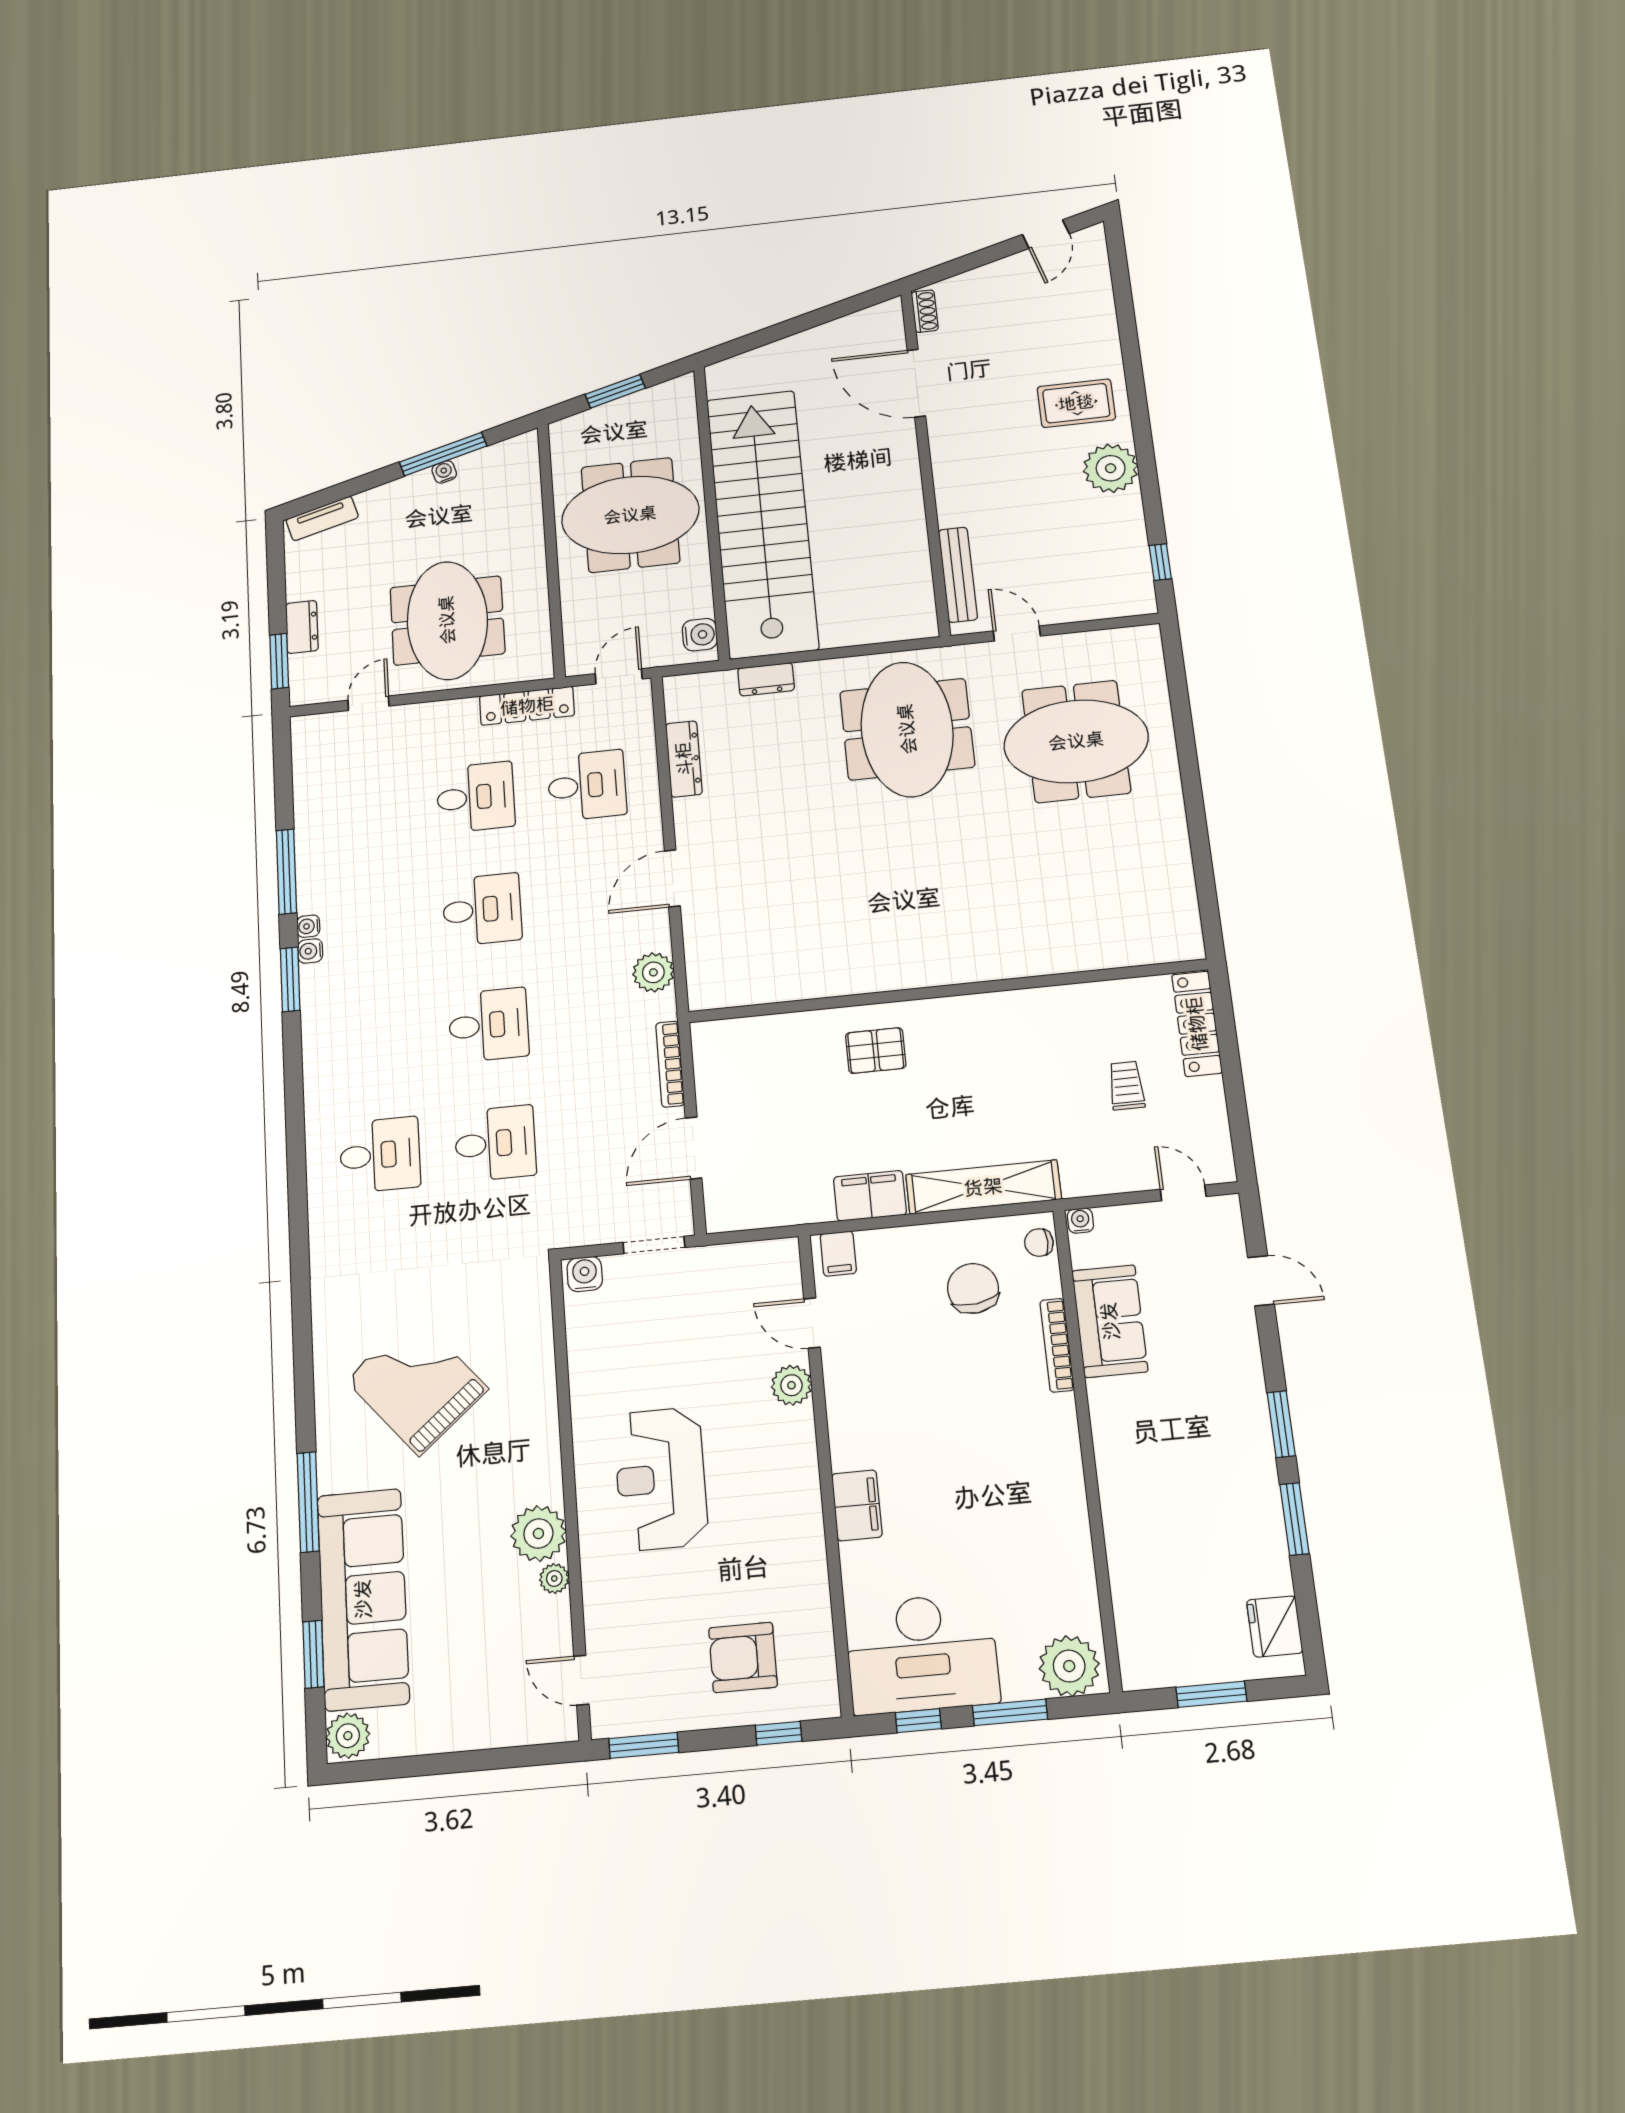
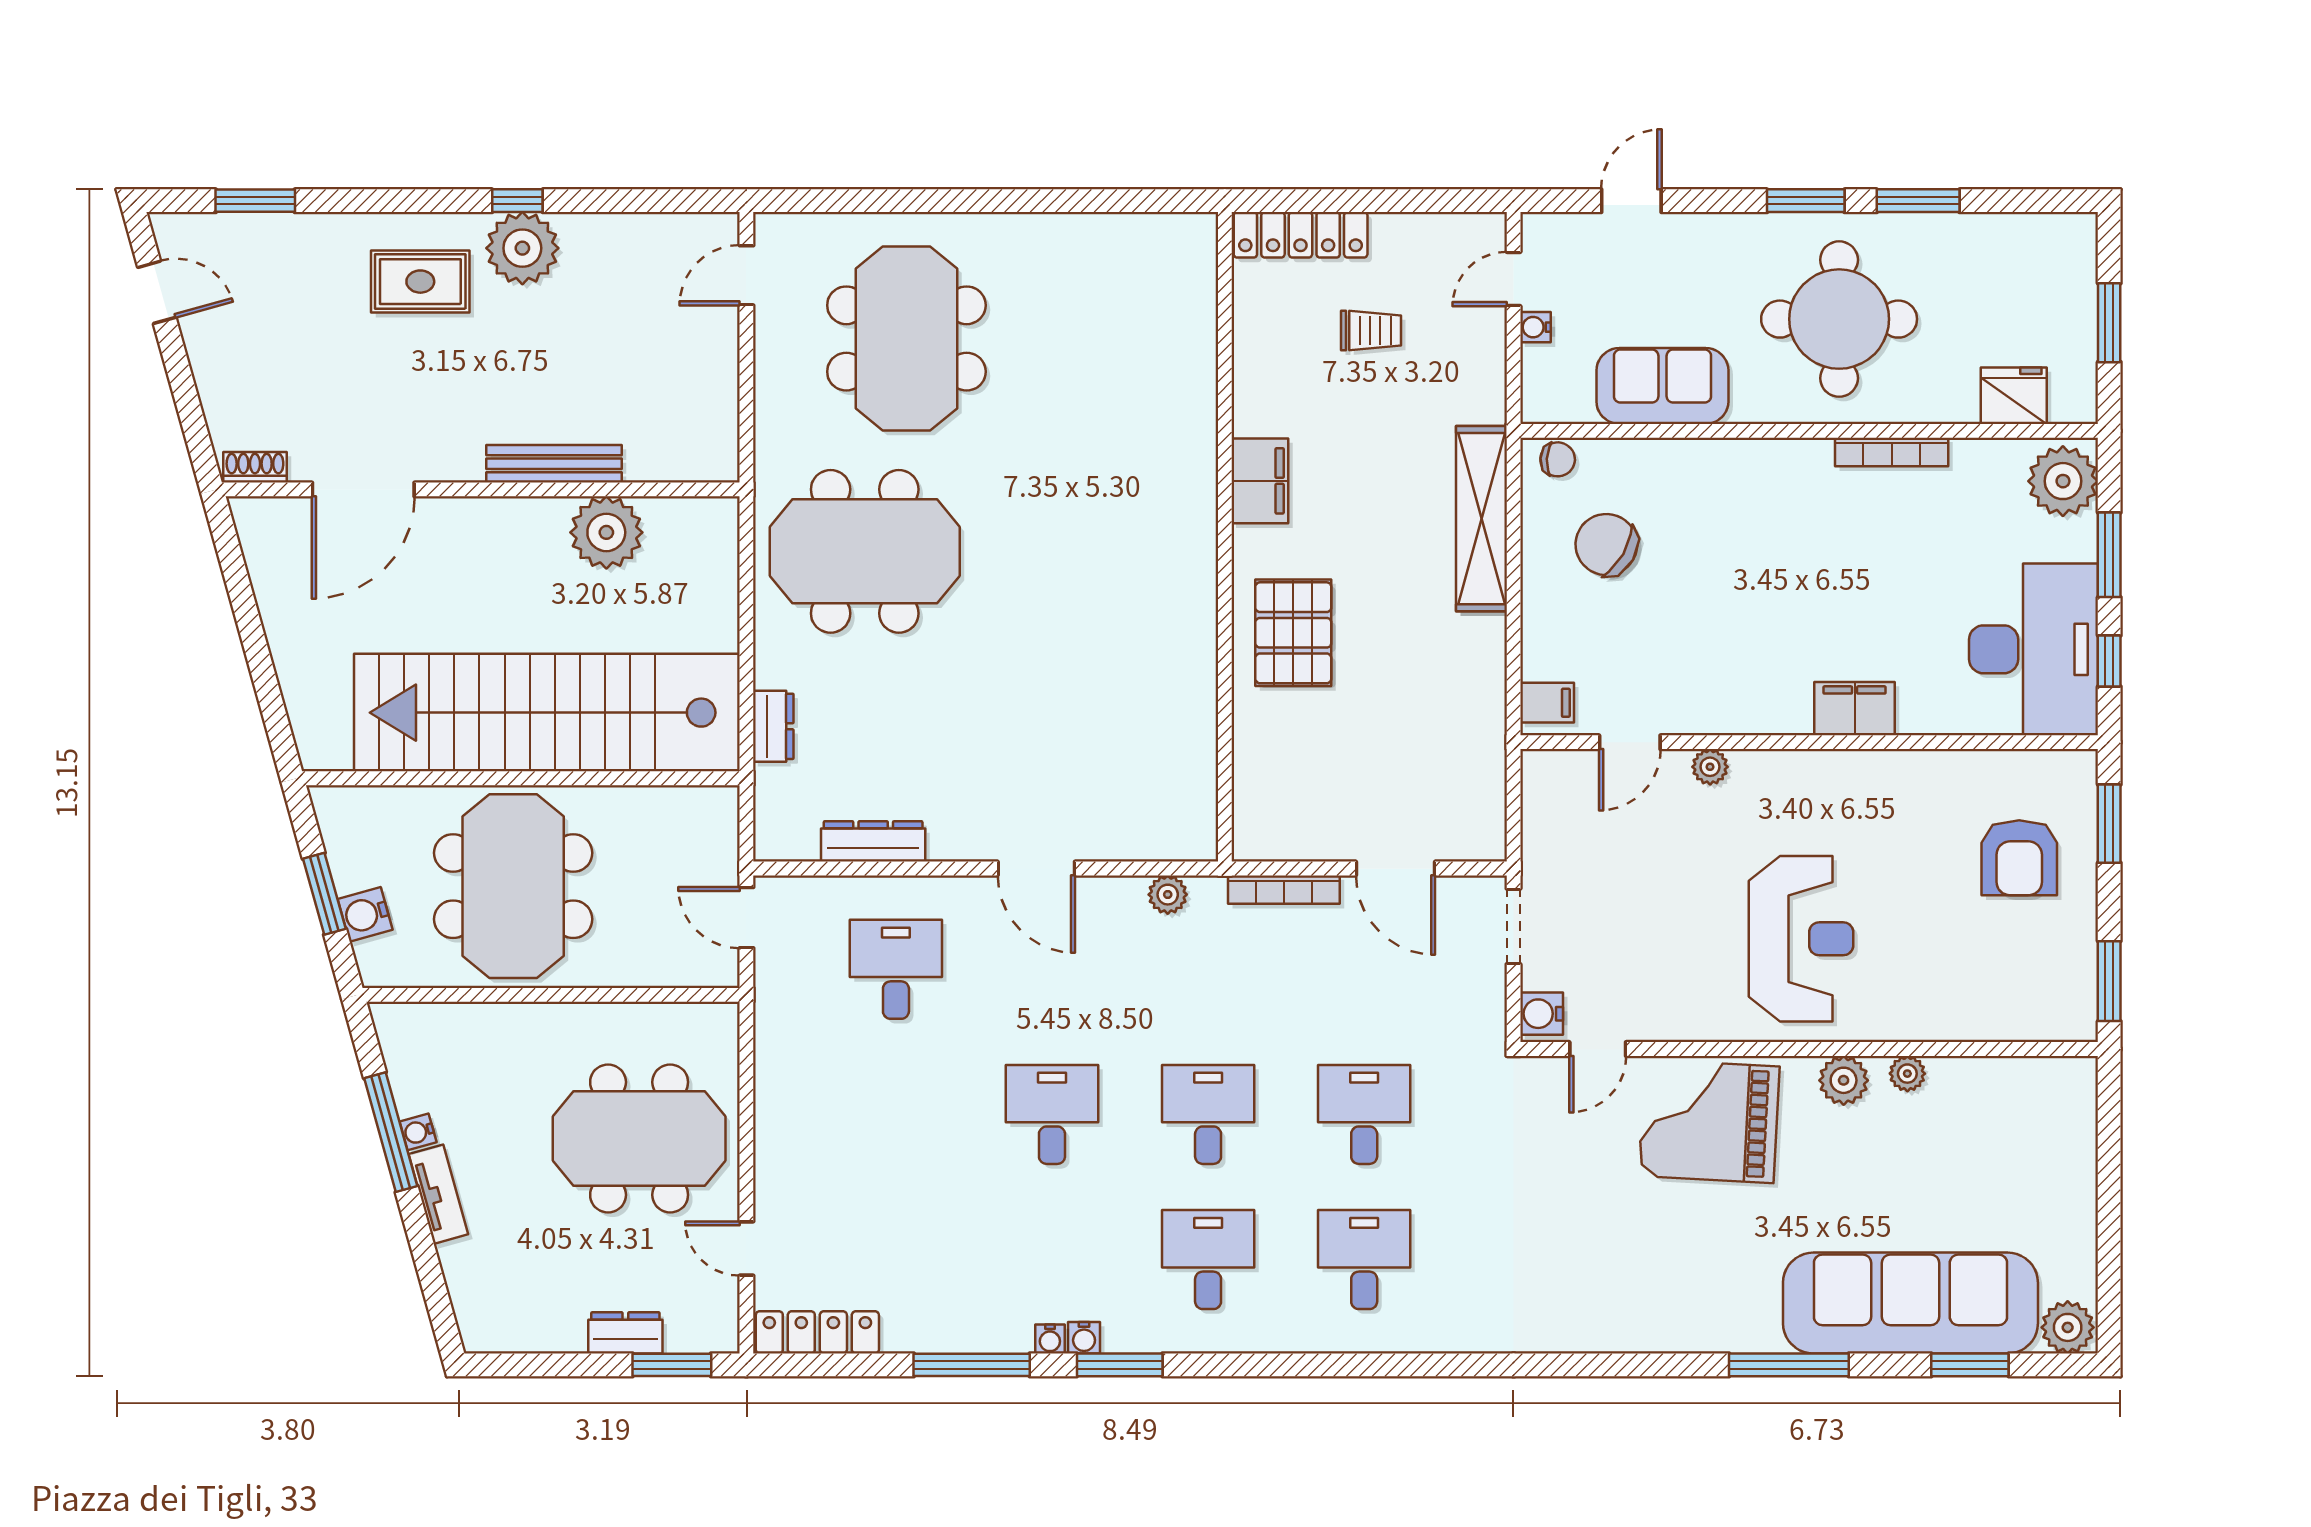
window: (1122, 289) -> (255, 201), added
rug: (1076, 403) -> (420, 282), turned 90
tv unit: (322, 518) -> (438, 1194), moved
plant: (902, 548) -> (606, 532), added
window: (1160, 562) -> (517, 201), moved
bench: (958, 575) -> (554, 464), moved
door: (1017, 634) -> (746, 275), moved
water cooler: (700, 635) -> (365, 914), moved, turned -106
locker: (527, 706) -> (817, 1332), moved, turned -90
desk: (476, 797) -> (1208, 1260), moved
plant: (653, 972) -> (1168, 895), width x0.73, depth x0.73
pallet: (876, 1051) -> (1293, 633), width x1.50, depth x1.42
trolley: (1126, 1086) -> (1371, 331), turned 180
filing cabinet: (870, 1196) -> (1260, 481), moved, turned 180
water cooler: (1080, 1221) -> (1536, 327), moved
chair: (1039, 1243) -> (1558, 459), turned -87
chair: (973, 1288) -> (1606, 545), turned 38
bookcase: (1057, 1345) -> (1892, 452), moved
grand piano: (417, 1384) -> (1709, 1121), moved, turned 43
plant: (791, 1385) -> (1710, 767), width x0.73, depth x0.73
round table: (1184, 1462) -> (1839, 319), added
reception desk: (661, 1479) -> (1801, 939), turned -90
plant: (538, 1534) -> (1844, 1080), width x0.73, depth x0.73
fridge: (1275, 1626) -> (2014, 396), moved, turned 180
door: (581, 1680) -> (1598, 1049), moved
window: (778, 1733) -> (2109, 824), width x1.50

